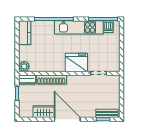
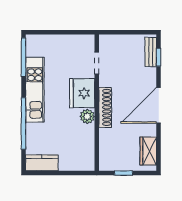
dishwasher: (109, 27) -> (34, 50), removed
plant: (24, 66) -> (87, 116), moved
dresser: (27, 80) -> (105, 160), removed
shoe rack: (51, 80) -> (105, 107), moved
wardrobe: (44, 112) -> (148, 151), moved

